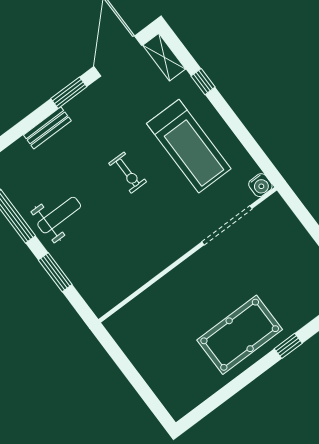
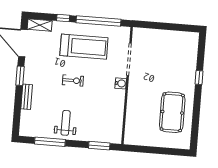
window: (243, 135) -> (99, 21), added
water cooler: (260, 185) -> (121, 83), moved
window: (55, 272) -> (99, 146), moved
pool table: (240, 335) -> (172, 112), moved

